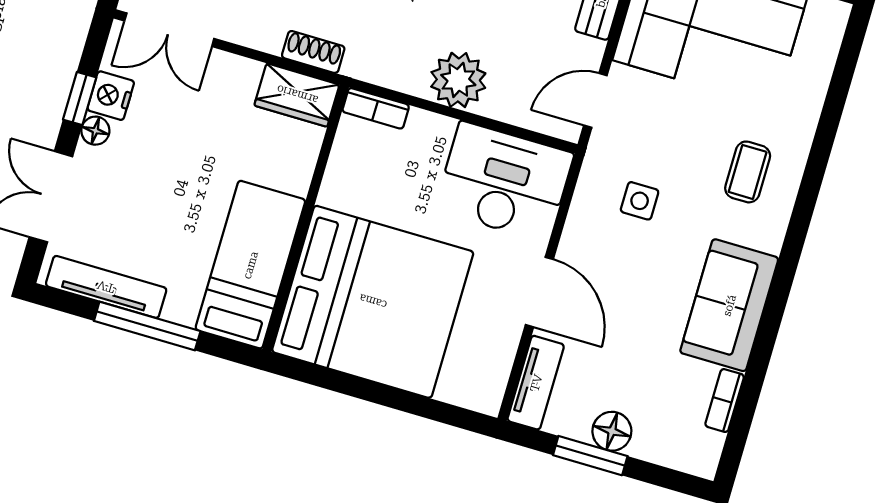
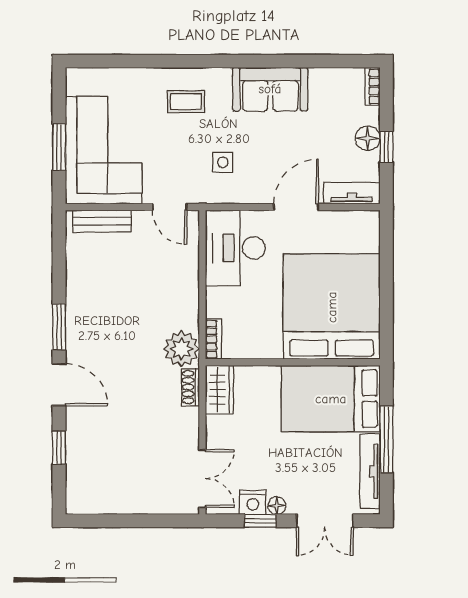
plant: (458, 80) -> (181, 349), moved
bed: (250, 265) -> (331, 399), width x1.50
bookcase: (725, 401) -> (372, 87), moved, turned 90
window: (590, 456) -> (386, 147), width x0.67

